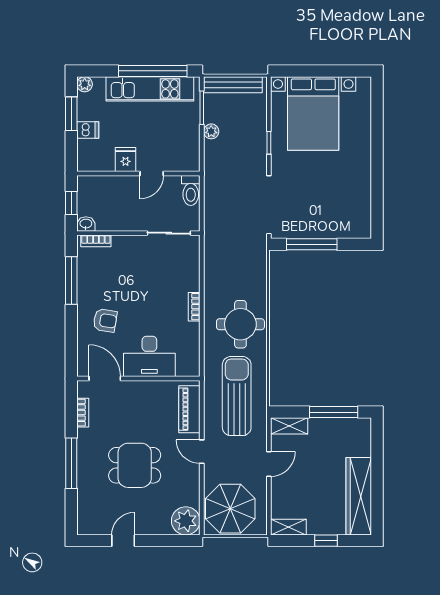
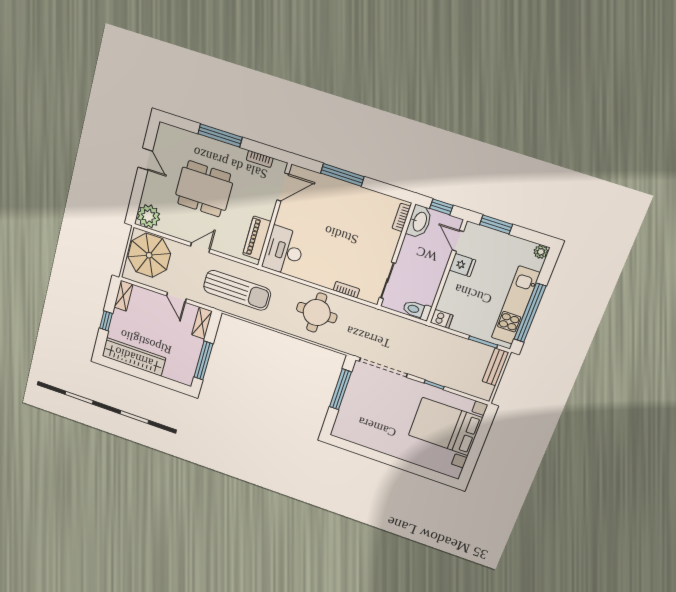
bench: (233, 85) -> (495, 367), width x0.73
window: (71, 114) -> (496, 224), moved
dishwasher: (88, 130) -> (442, 319), moved, turned -90
plant: (211, 131) -> (460, 343), removed
door: (152, 173) -> (458, 241), moved
washbasin: (86, 224) -> (419, 222), width x1.91, depth x1.45
window: (71, 281) -> (342, 175), moved
bookcase: (194, 307) -> (346, 290), moved
armchair: (105, 320) -> (331, 203), removed
round table: (240, 324) -> (317, 313), moved
desk: (149, 356) -> (284, 251), moved
piano: (189, 409) -> (257, 238), moved, turned -90
dining table: (135, 465) -> (204, 189), width x1.38

